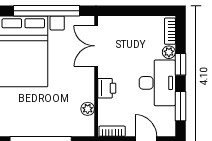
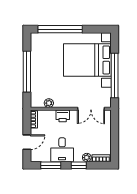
double door: (96, 46) -> (91, 109), swing flipped
desk: (157, 83) -> (62, 150), width x0.73

